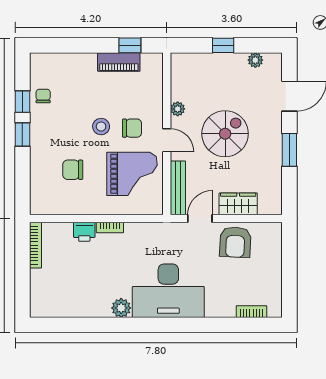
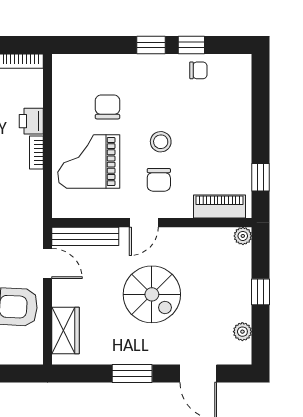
piano: (119, 62) -> (220, 207), moved, turned 90
plant: (178, 109) -> (243, 236), moved
grand piano: (132, 174) -> (89, 162), moved, turned 90
wardrobe: (238, 204) -> (66, 331), moved

